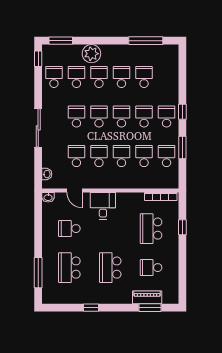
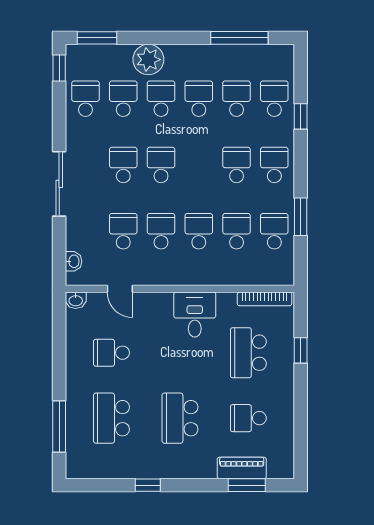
window: (182, 112) -> (301, 116), moved
school desk: (121, 117) -> (274, 99), moved
desk: (103, 206) -> (195, 315), moved

